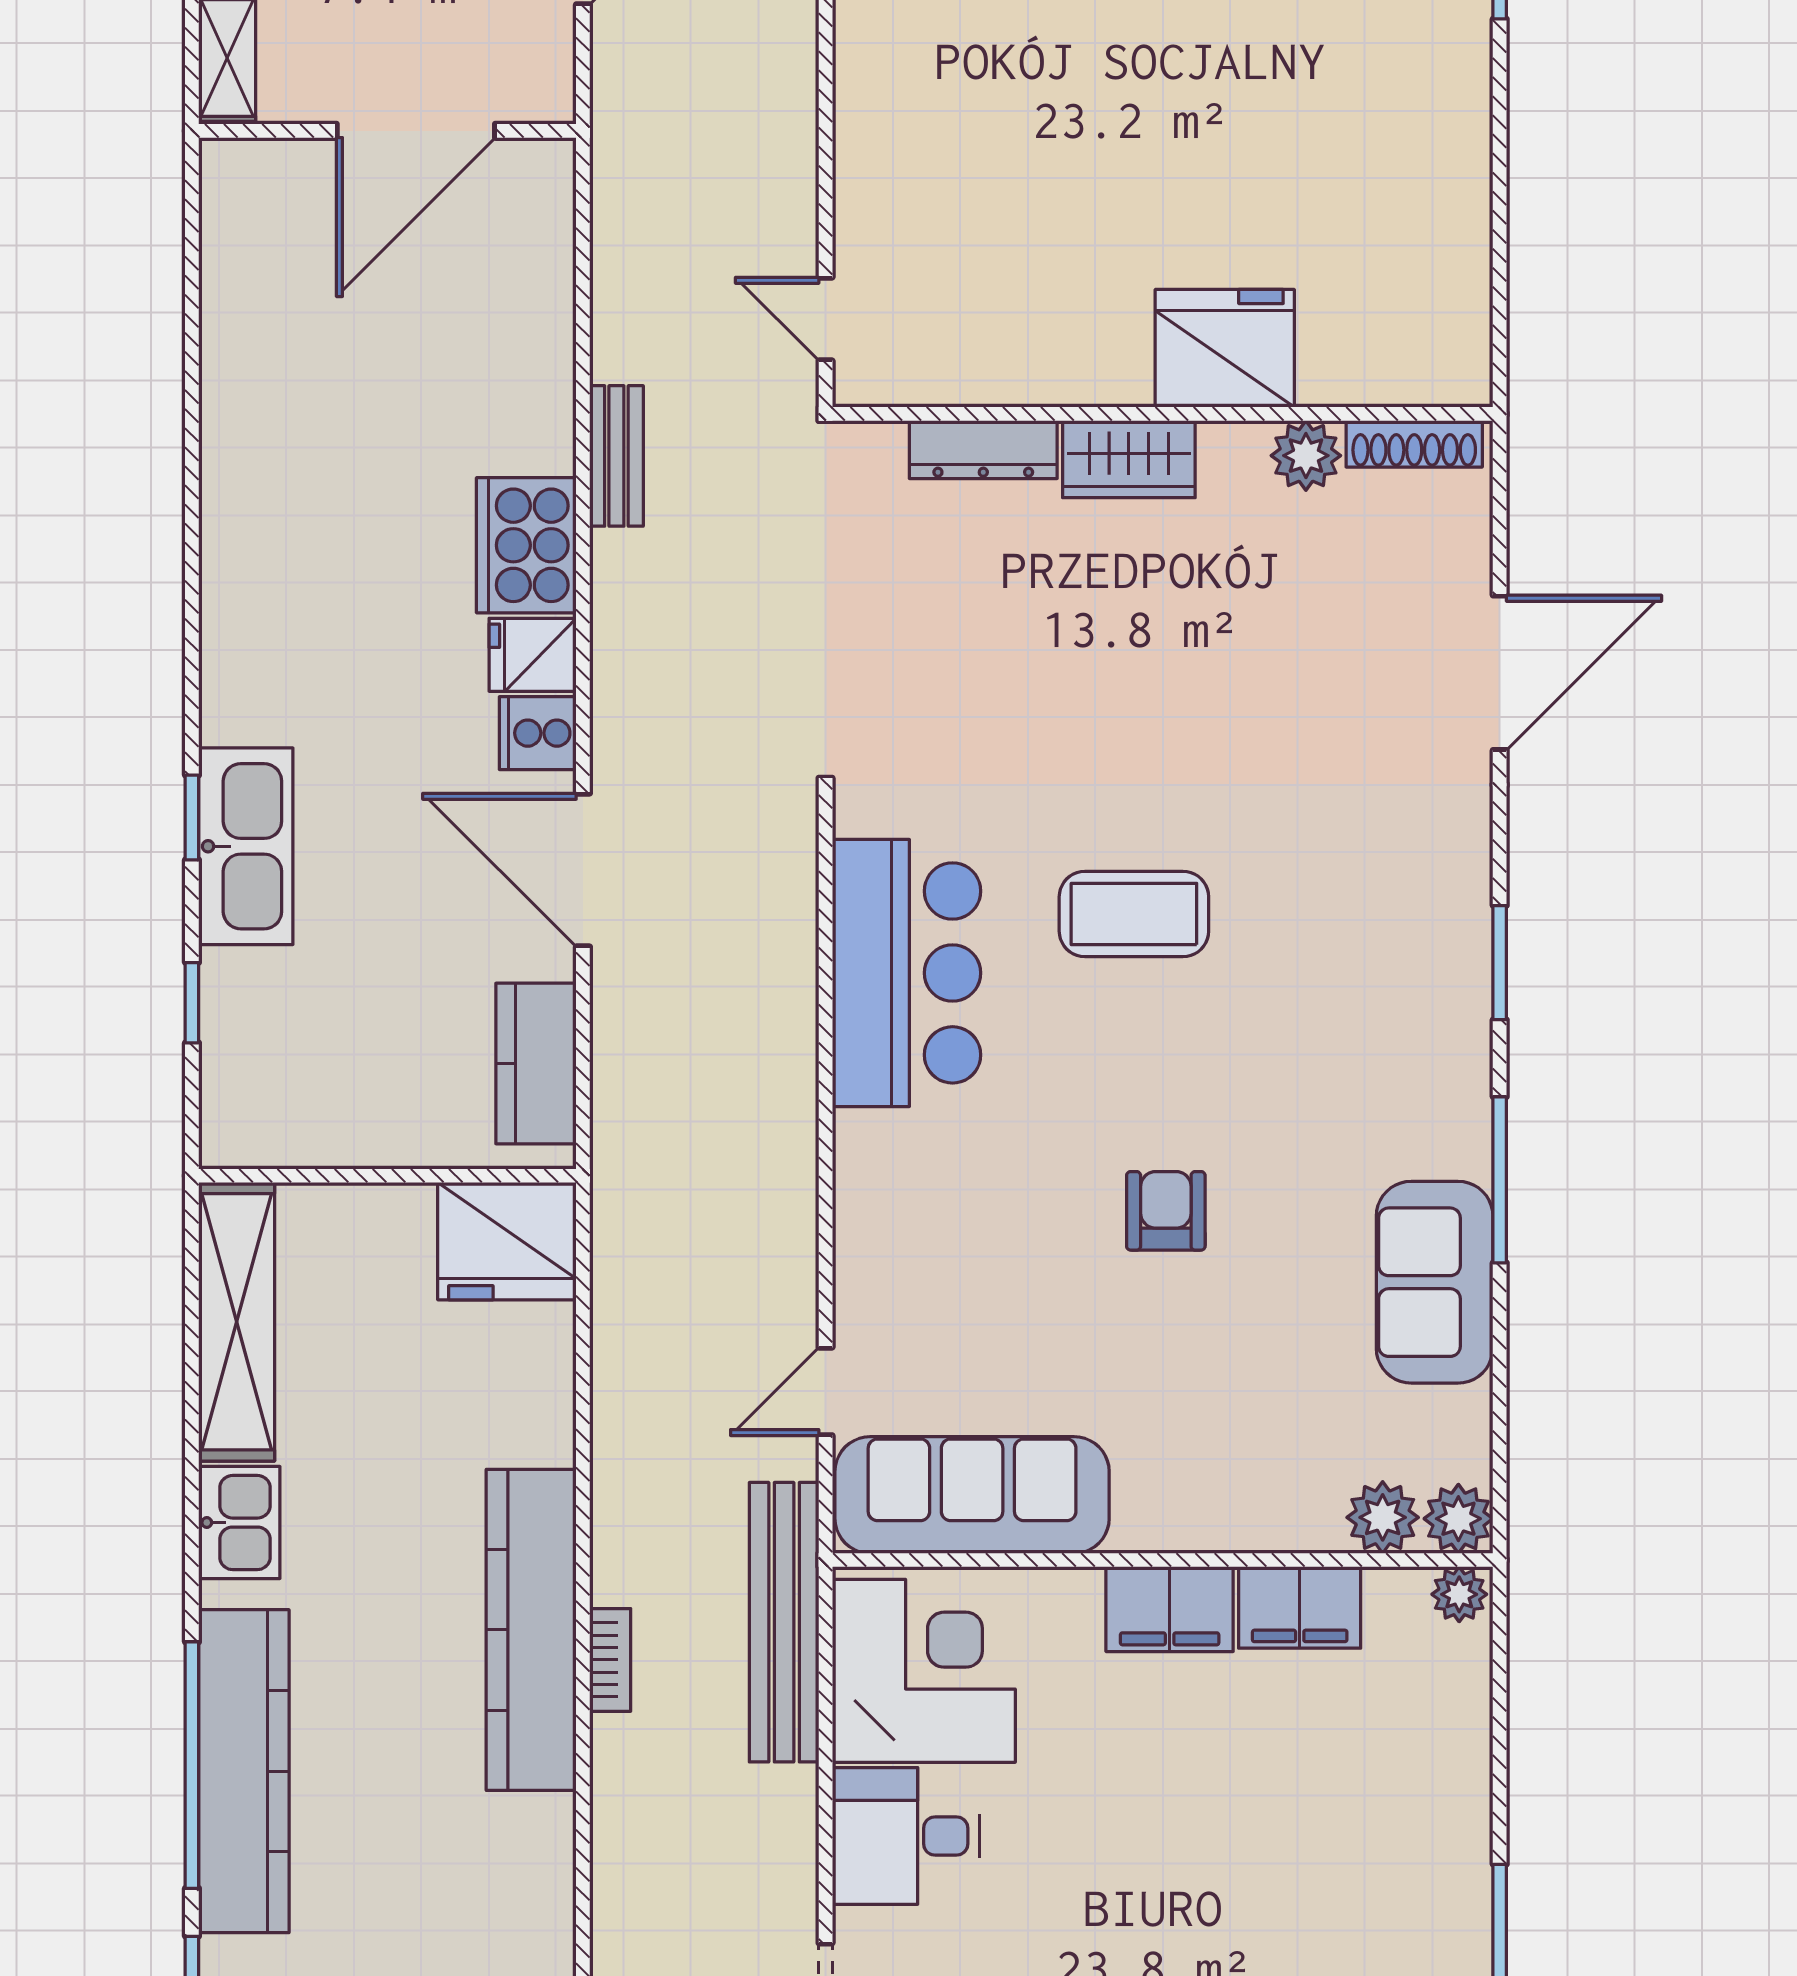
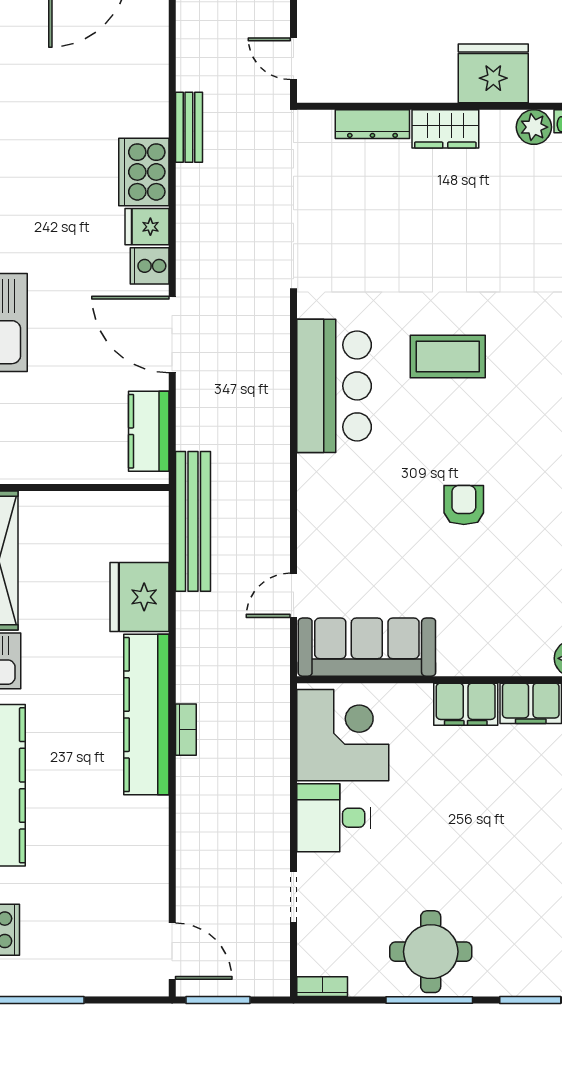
fridge: (507, 1241) -> (139, 597), moved, turned 90
bench: (784, 1622) -> (193, 521), moved

